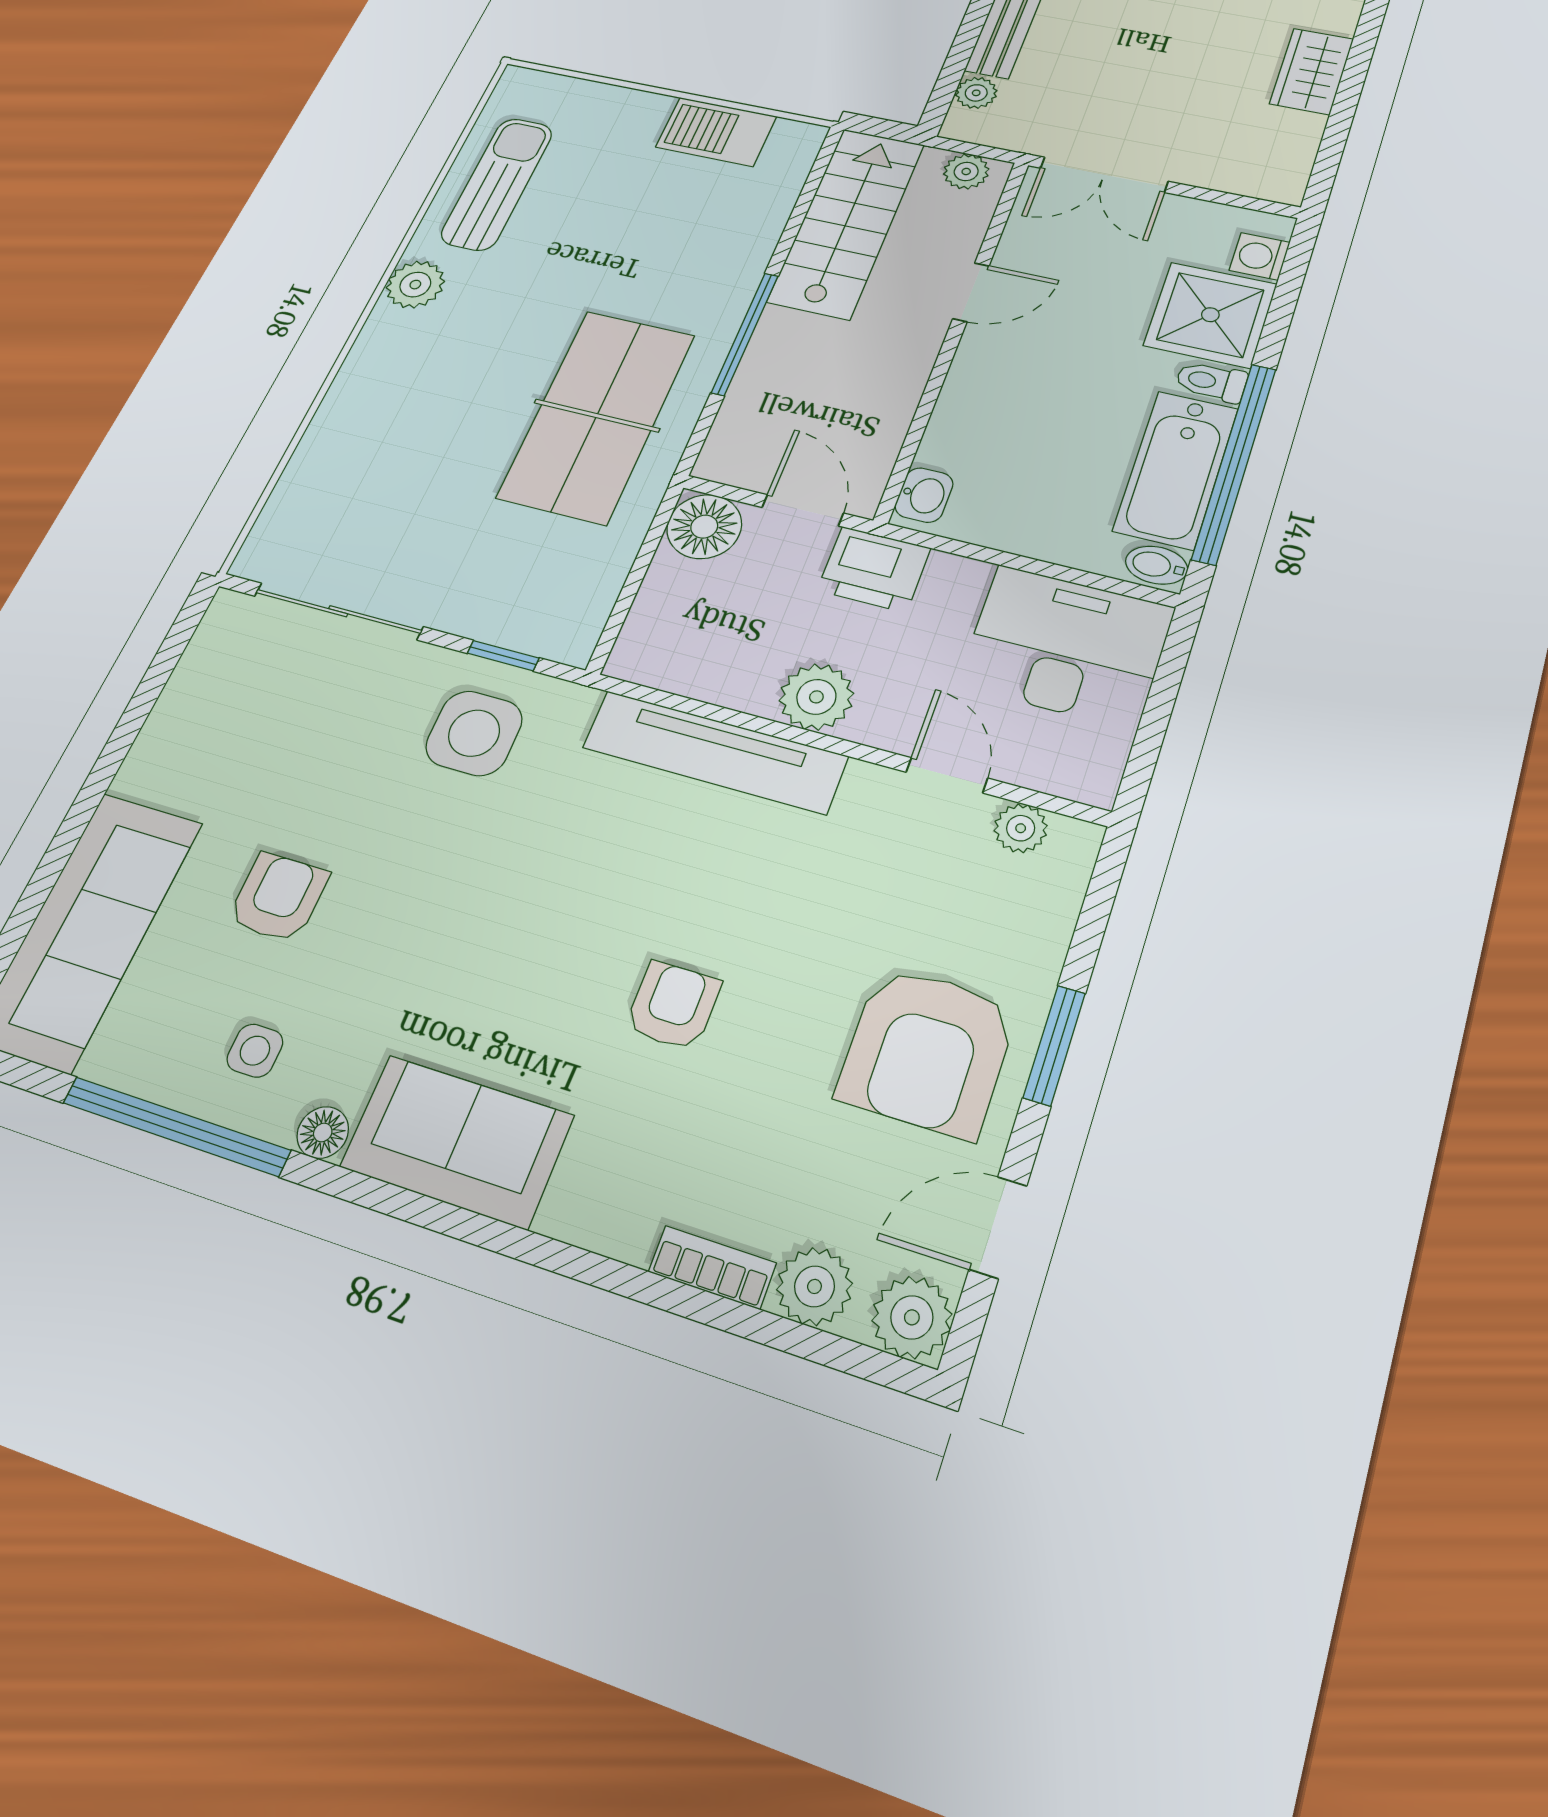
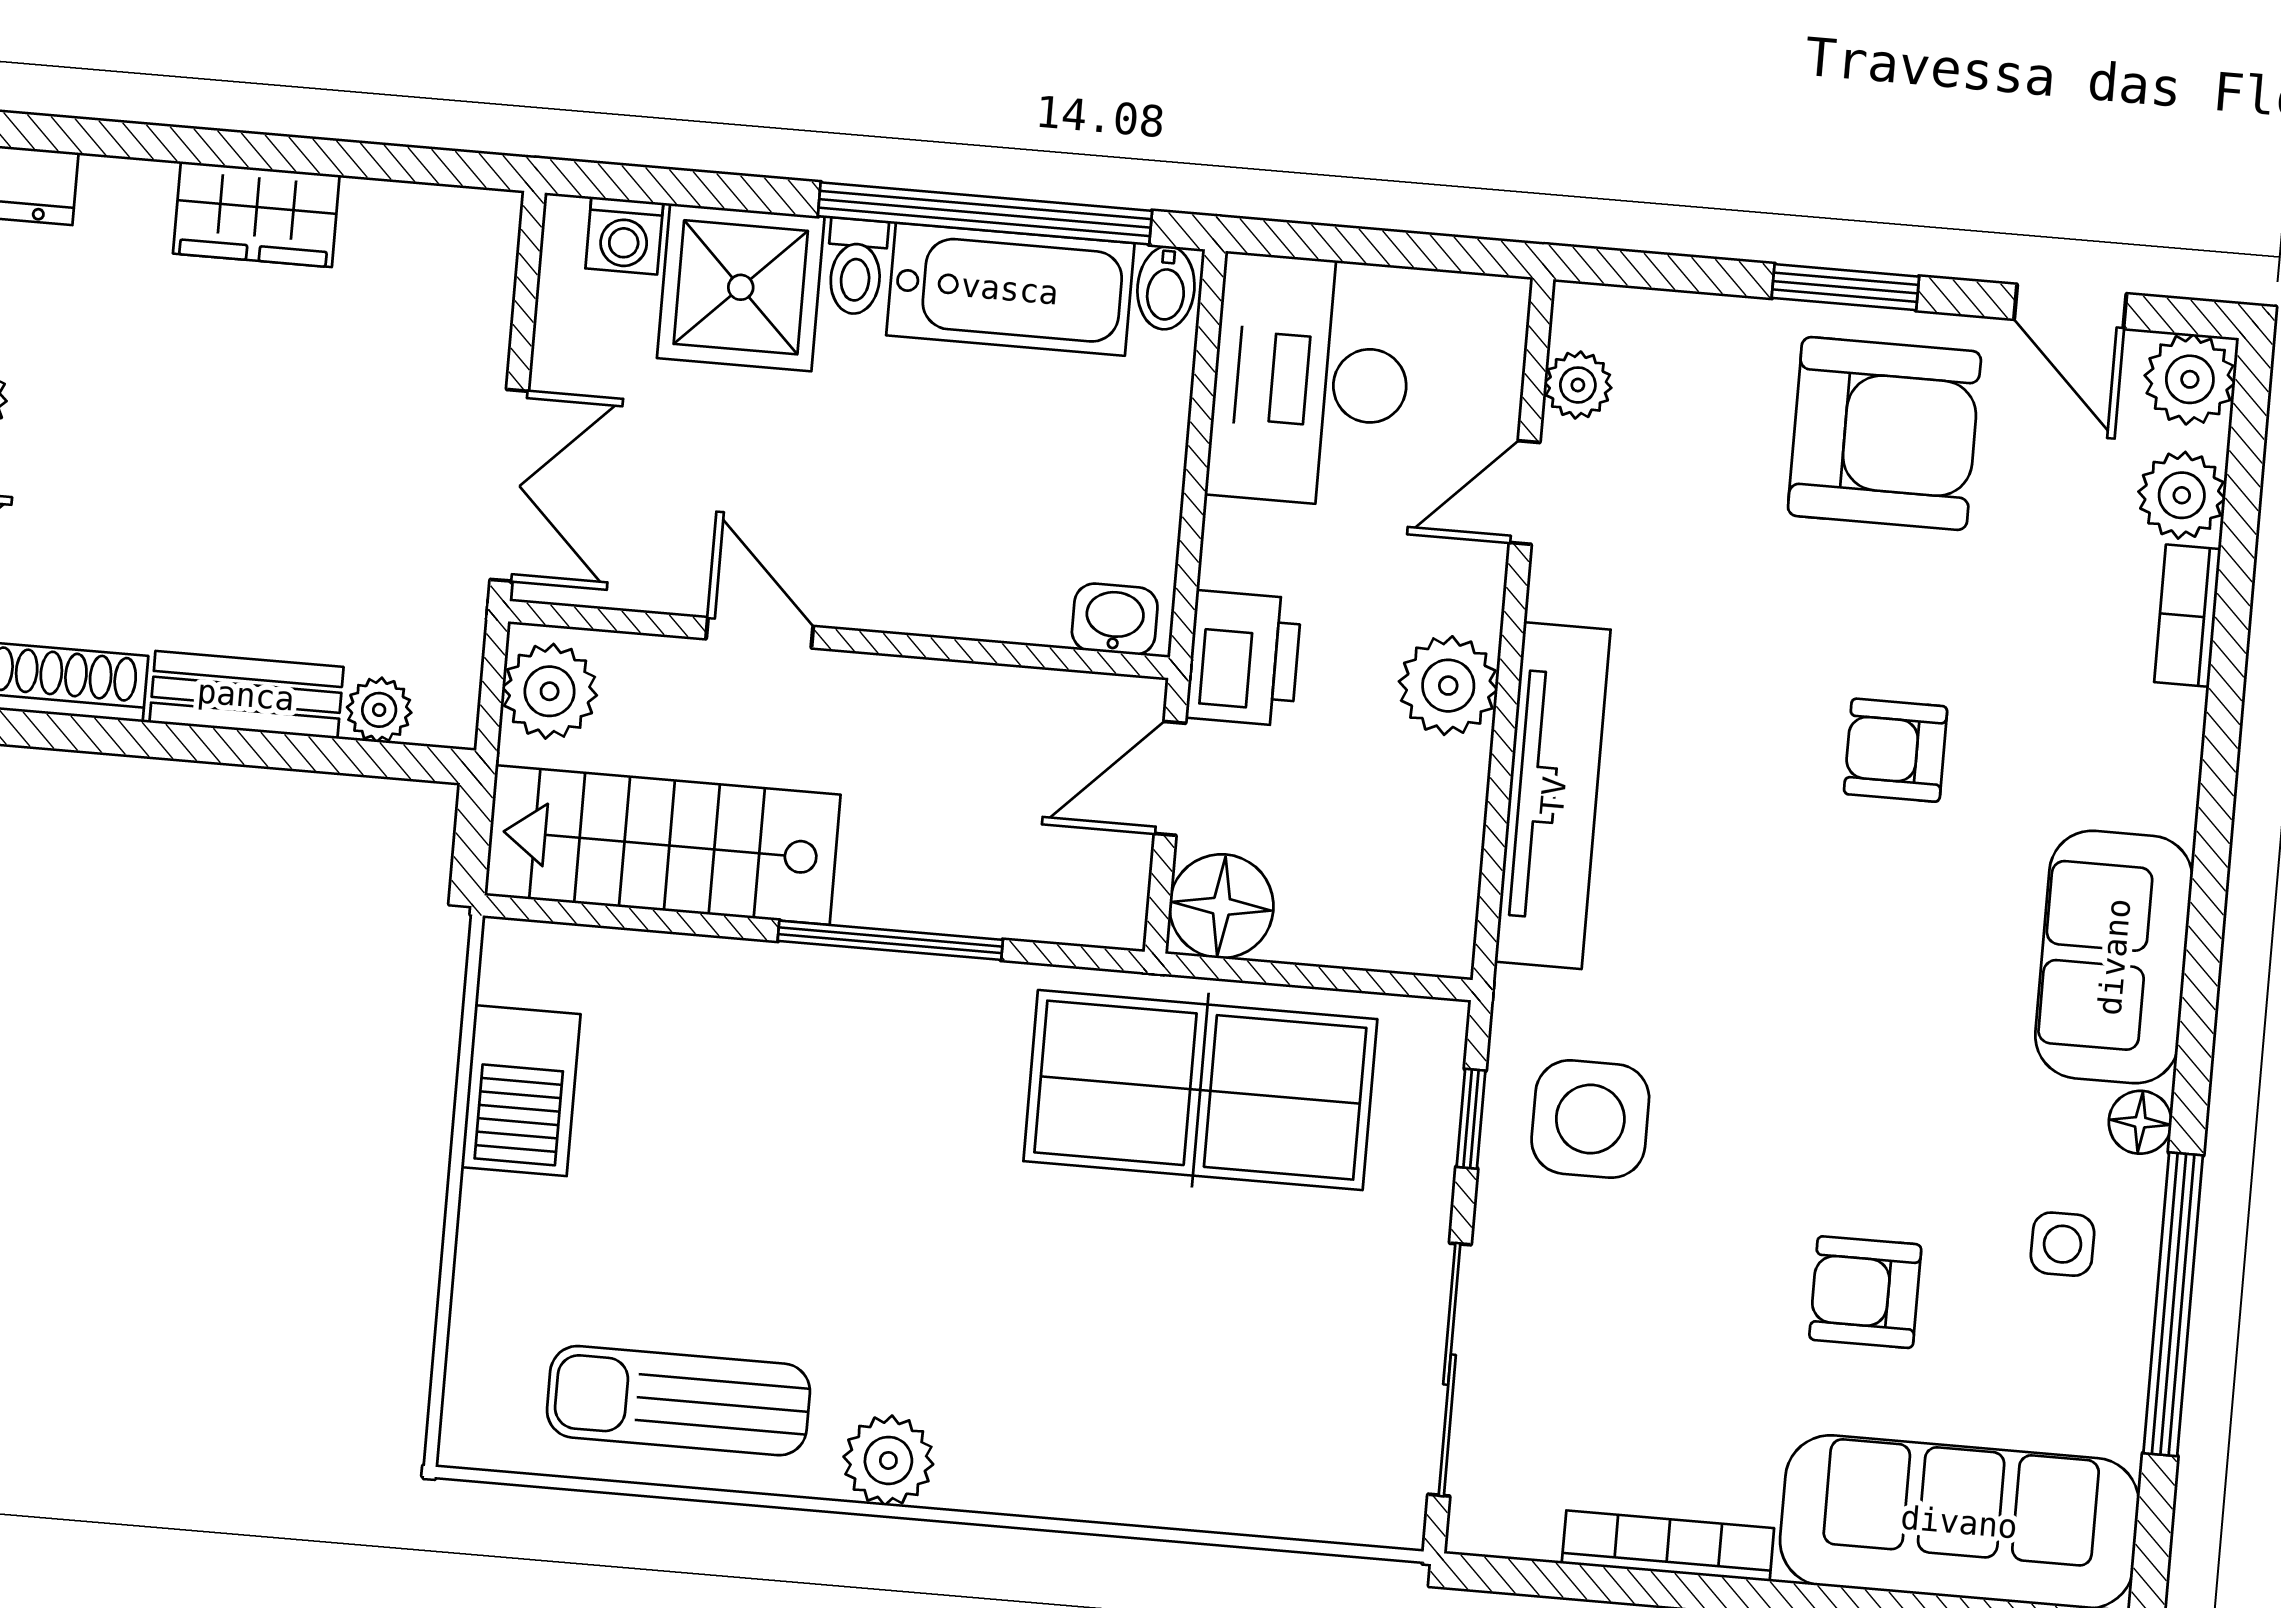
plant: (966, 172) -> (550, 691), width x1.38, depth x1.38
table tennis table: (597, 416) -> (1200, 1090), moved
bookcase: (161, 727) -> (1668, 1546), added

